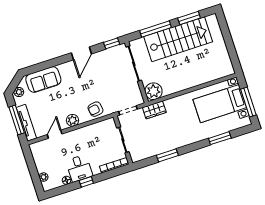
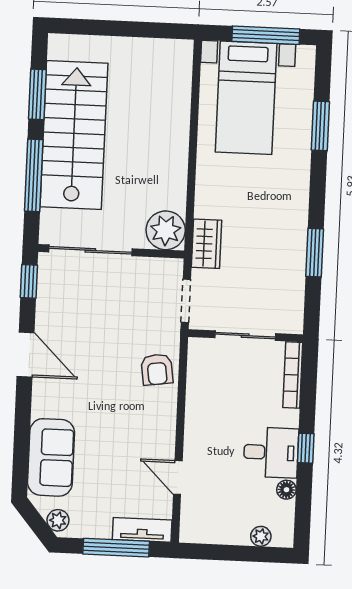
plant: (73, 120) -> (162, 428), removed
tv unit: (26, 123) -> (142, 530), width x0.71

